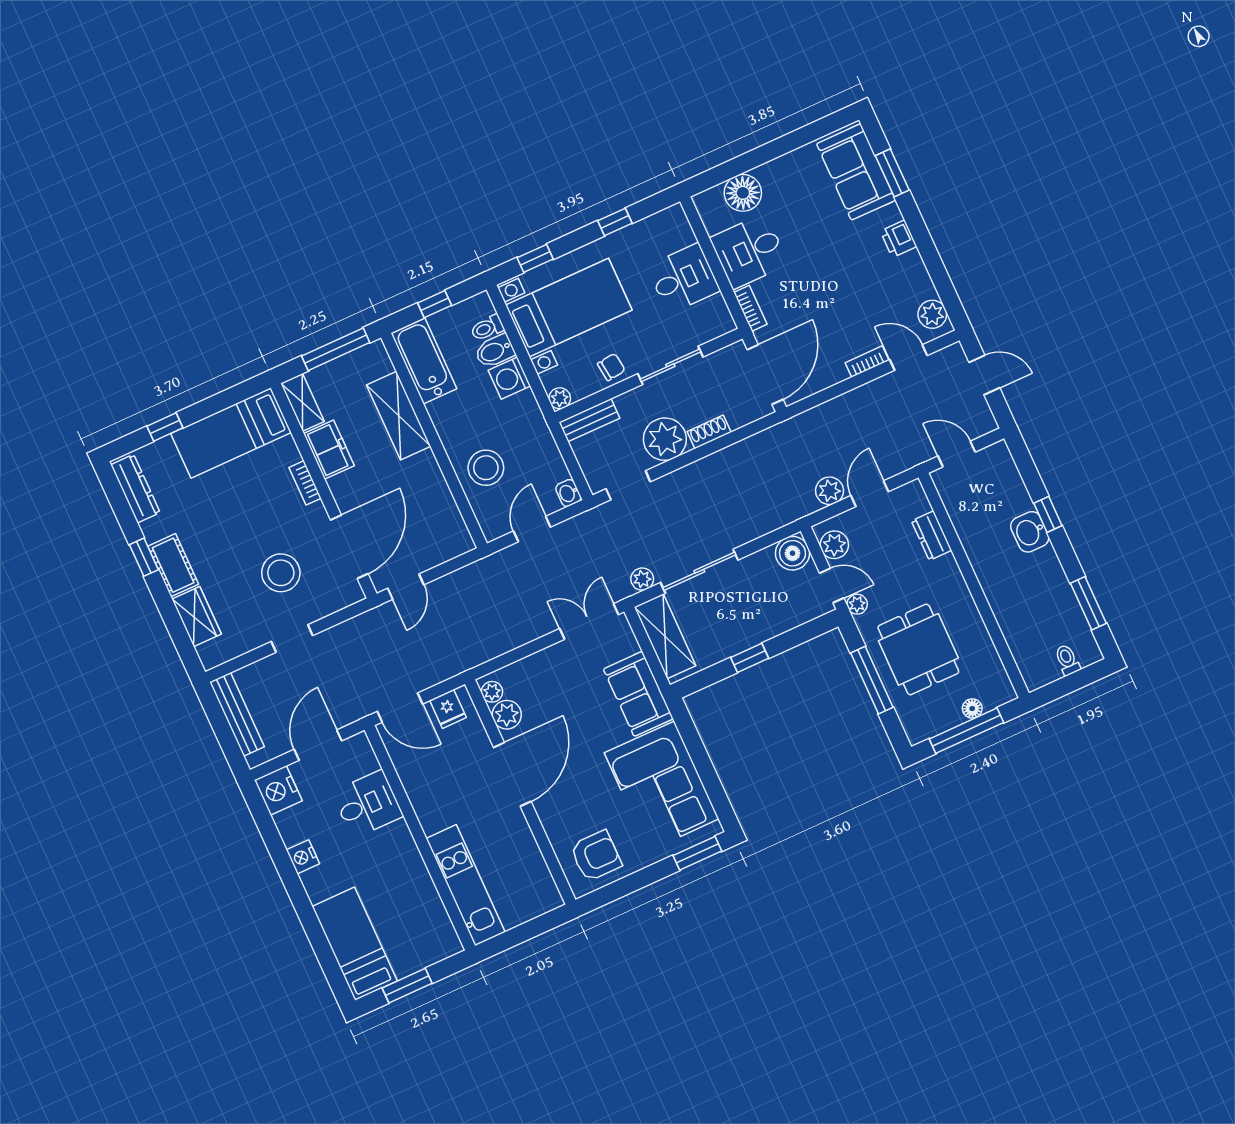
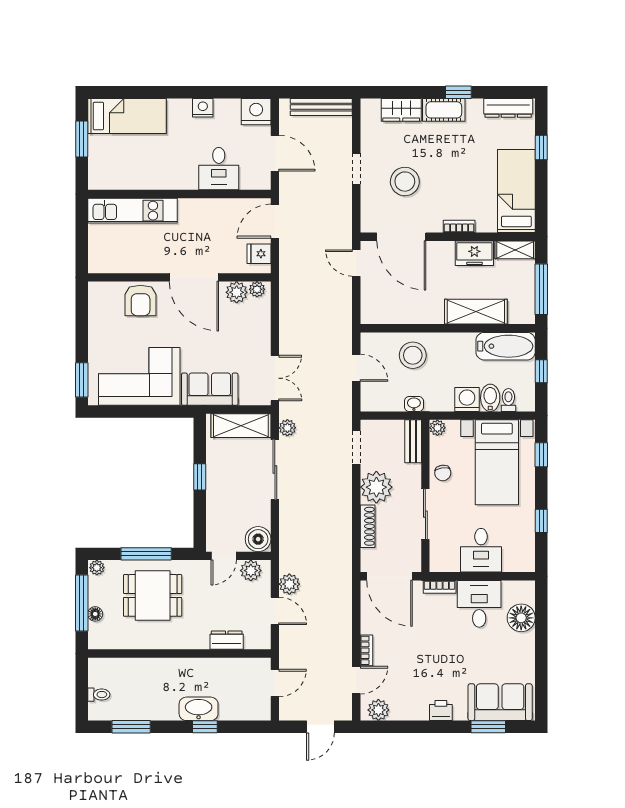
shoe rack: (709, 432) -> (368, 526), width x1.43
washbasin: (568, 493) -> (414, 404), moved
washbasin: (1030, 532) -> (199, 709), width x1.38
plant: (857, 604) -> (97, 568), moved
armchair: (596, 856) -> (141, 300), moved

